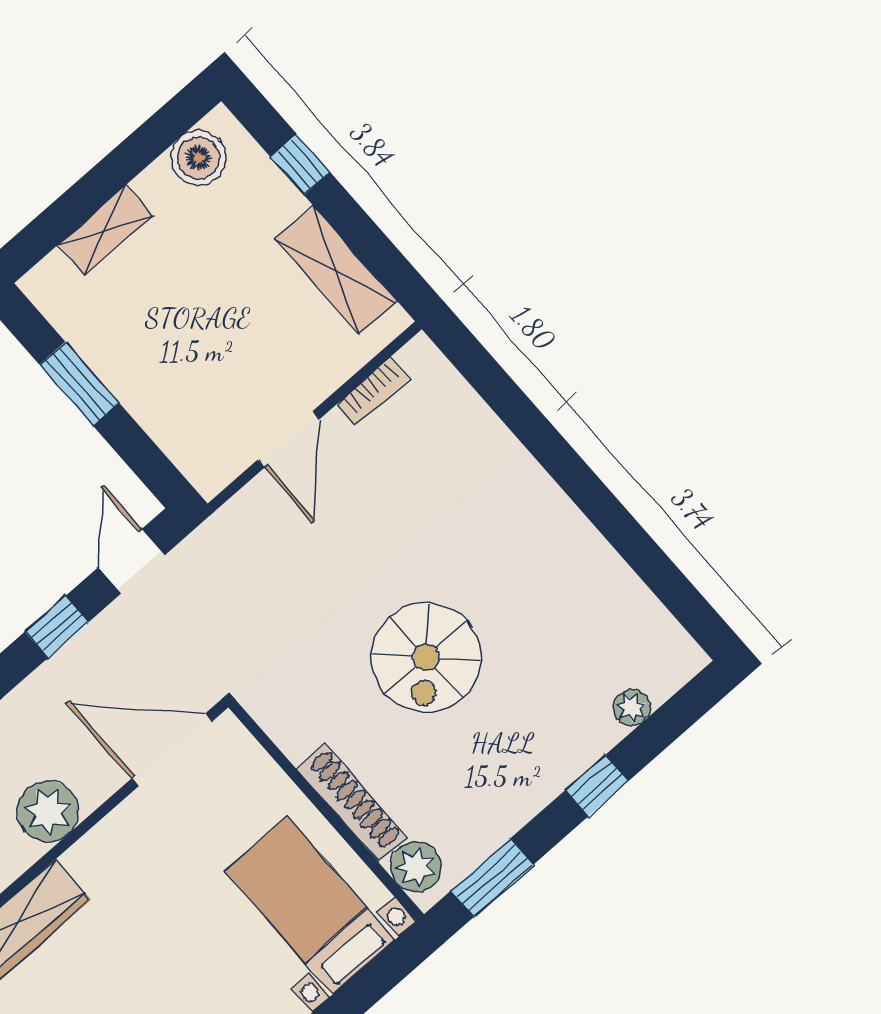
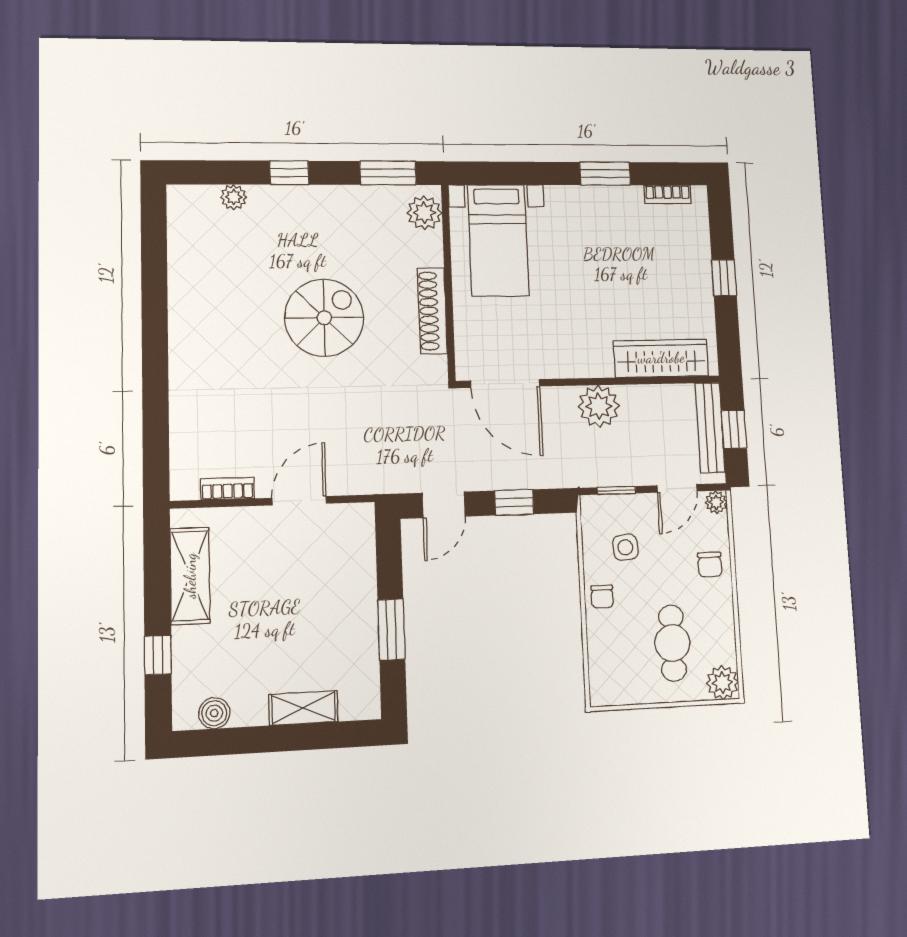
boiler: (198, 158) -> (214, 713), width x0.73, depth x0.73
shoe rack: (351, 803) -> (432, 311), moved

